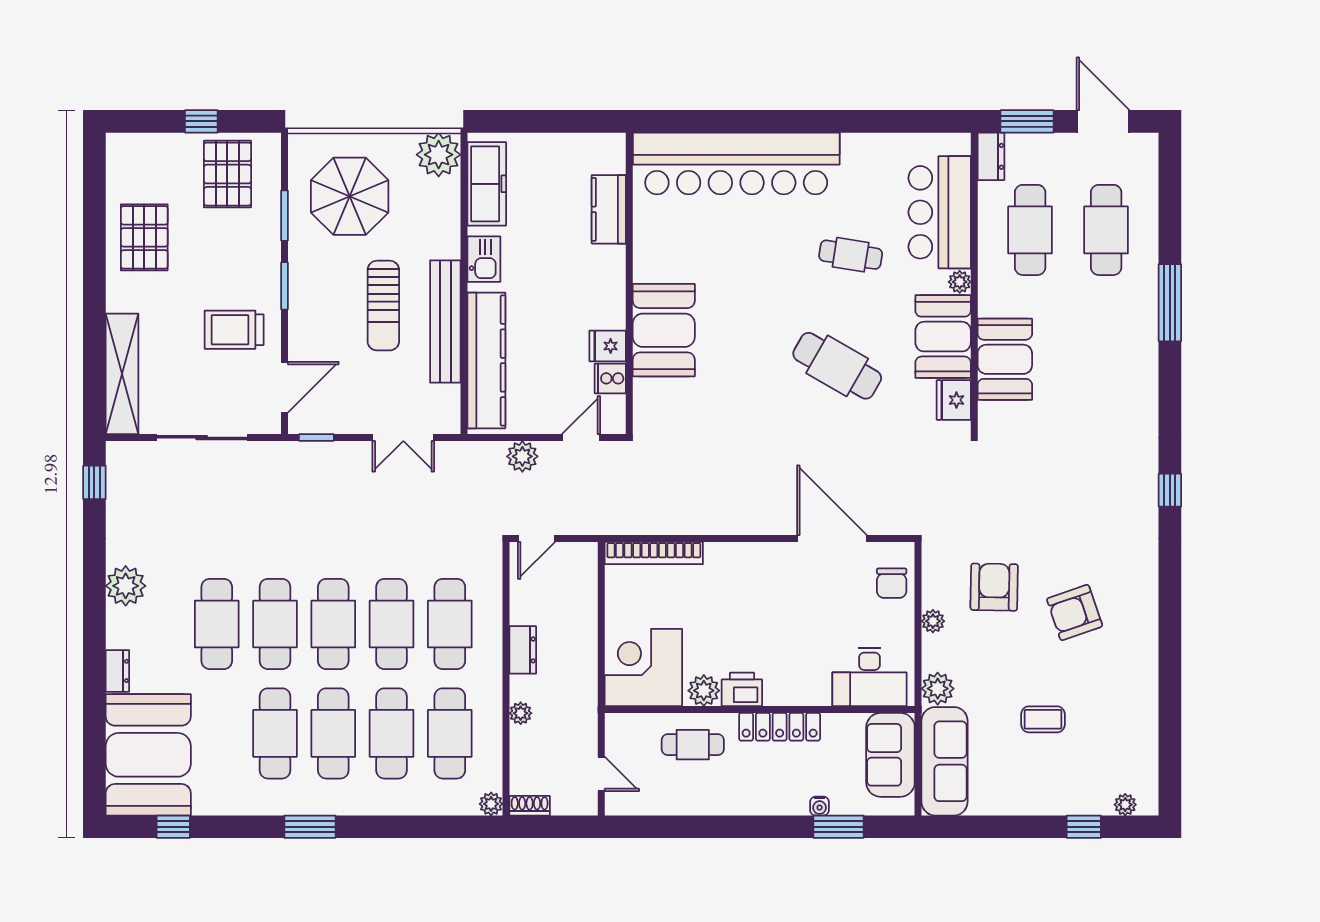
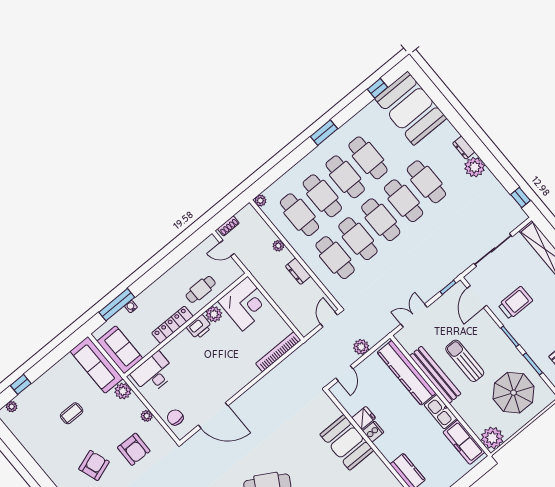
kitchen sink: (484, 259) -> (440, 412), width x1.38
cooker: (610, 378) -> (373, 432), moved
dresser: (117, 671) -> (464, 148), moved
shoe rack: (530, 806) -> (228, 226), moved
window: (839, 827) -> (117, 305), width x1.44

